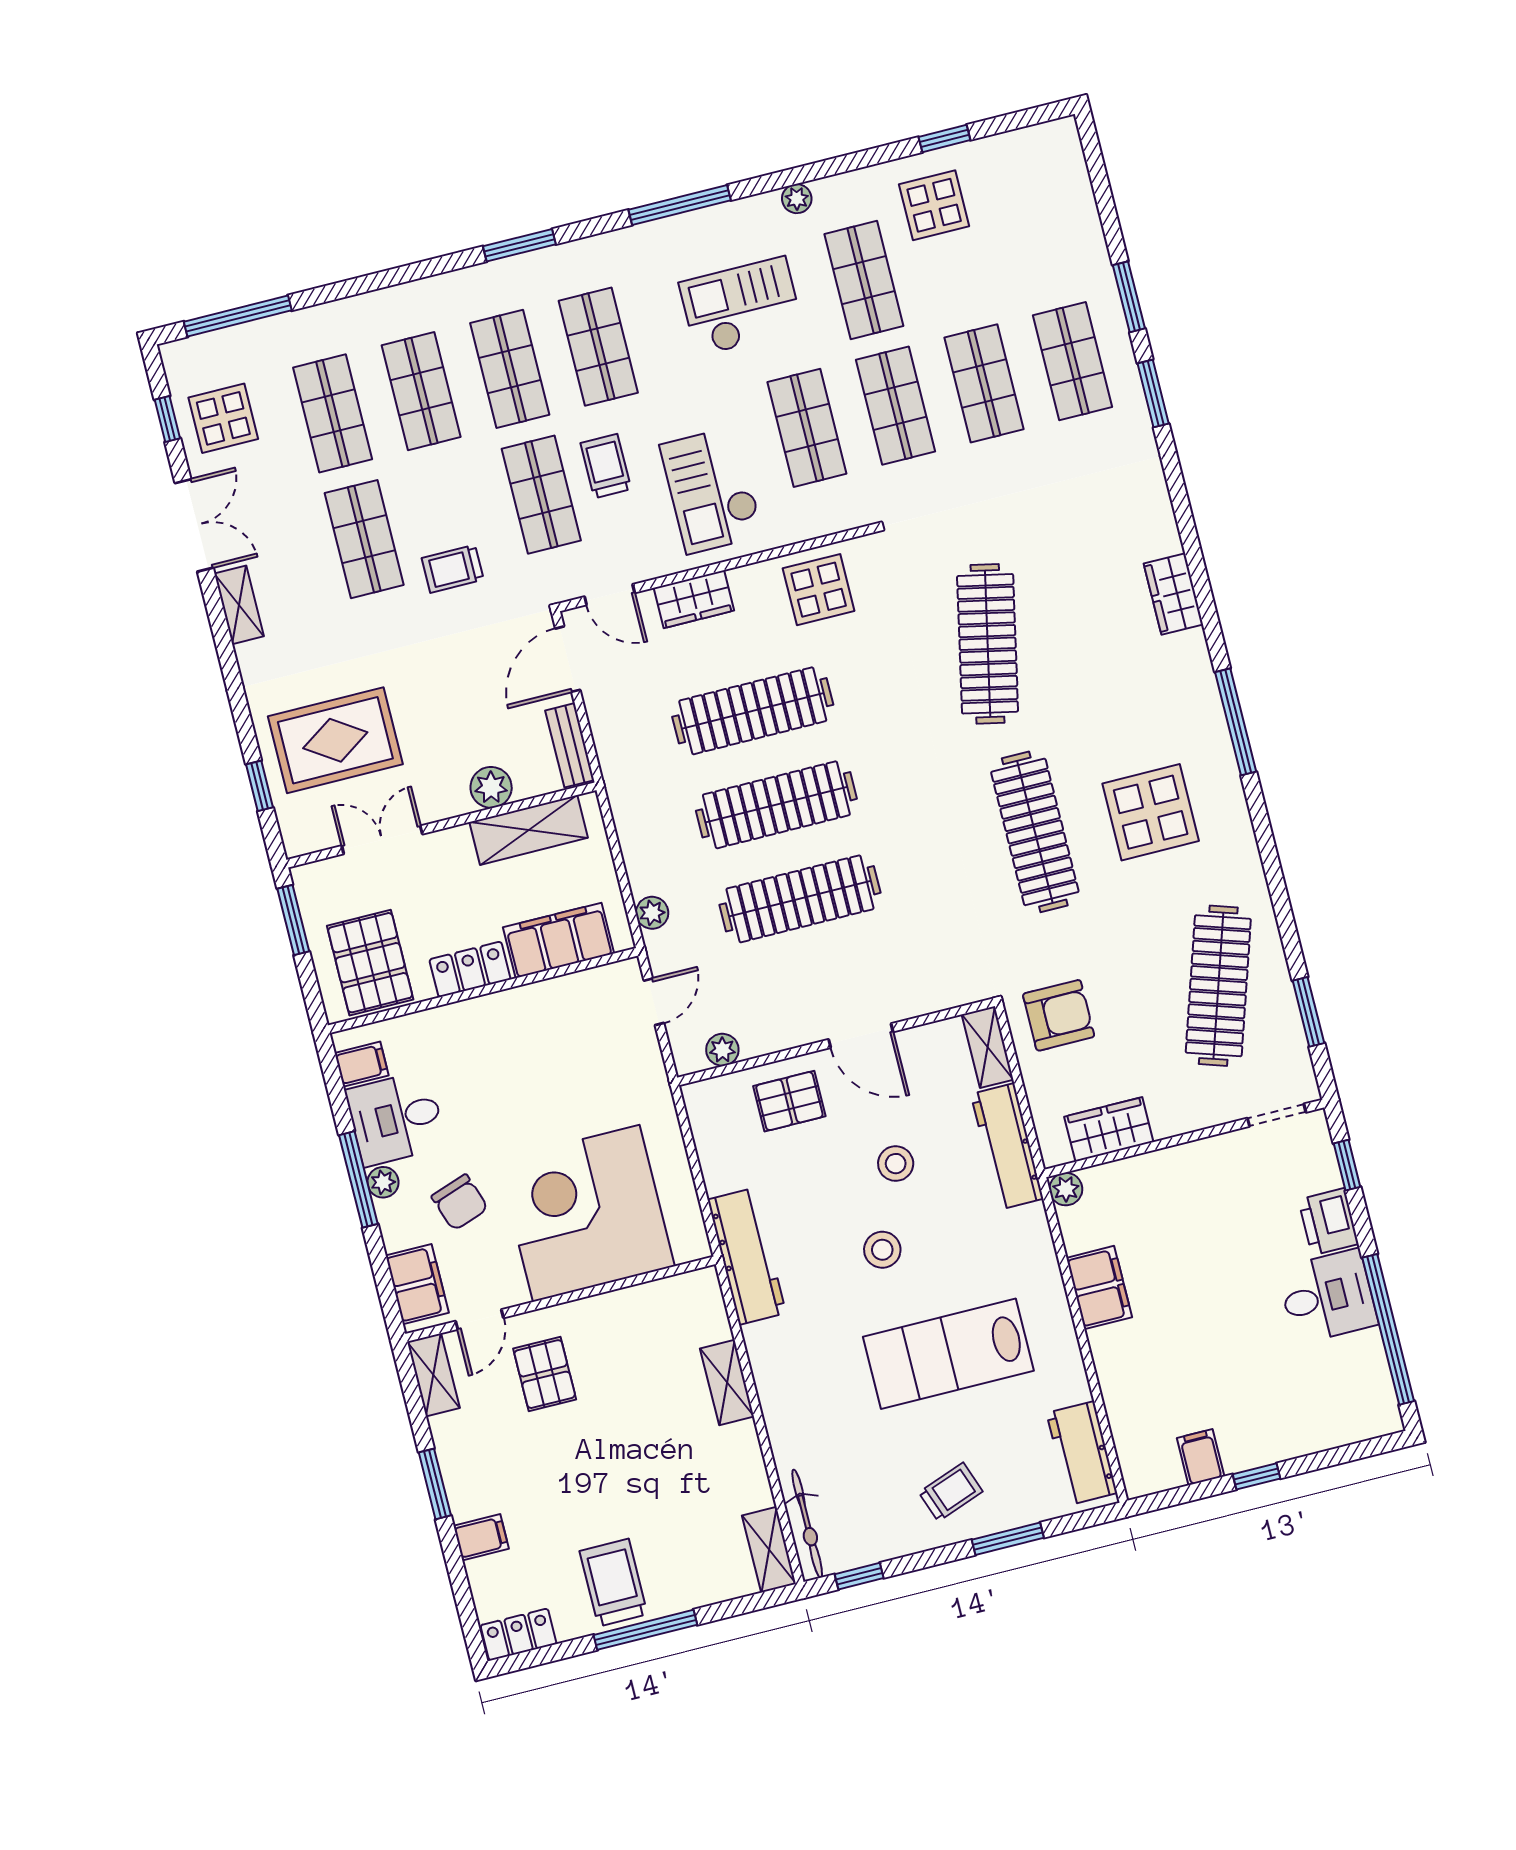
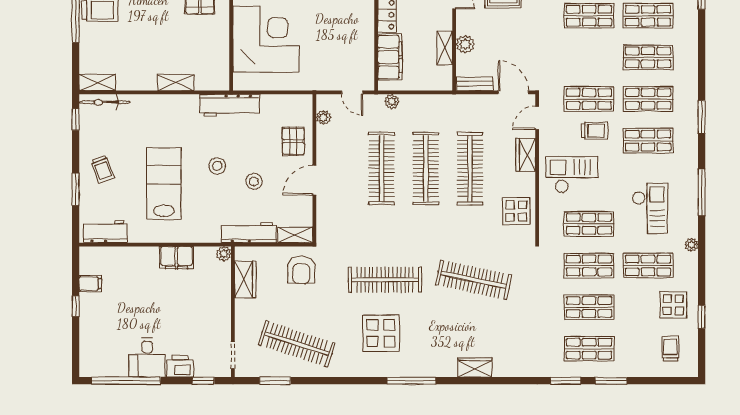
trolley: (453, 569) -> (670, 349), moved
shelving: (529, 830) -> (445, 48), width x0.67, depth x0.75

